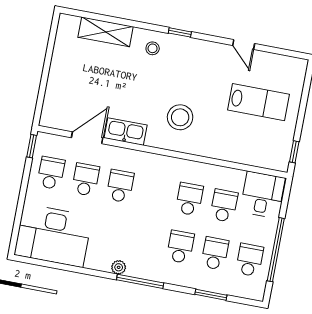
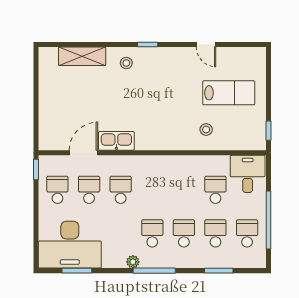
stool: (180, 117) -> (206, 130), moved, width x0.53, depth x0.53
school desk: (189, 199) -> (152, 233), moved
window: (56, 265) -> (77, 271), added

